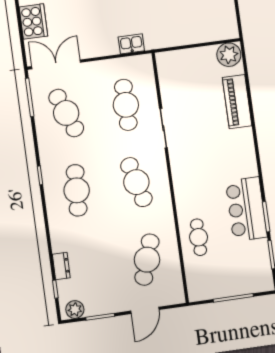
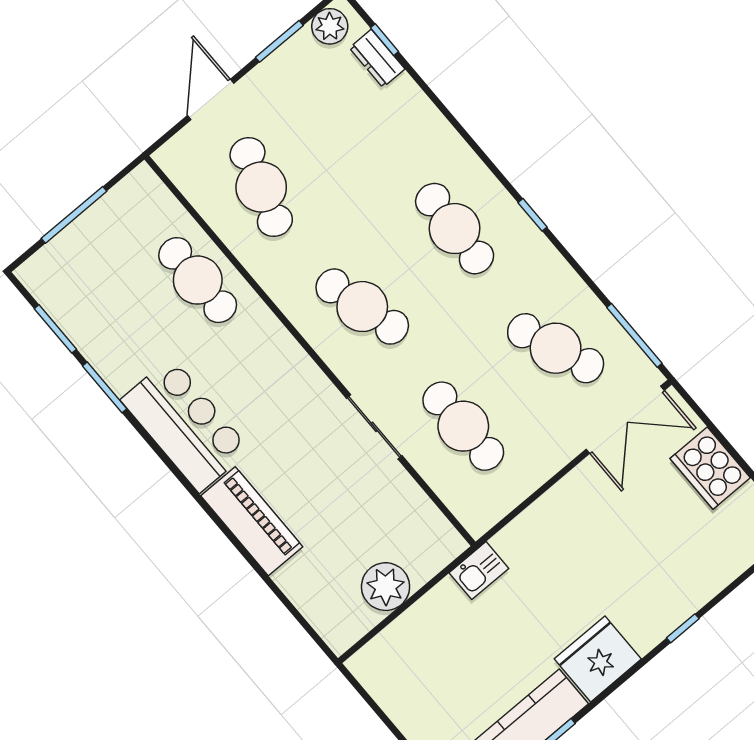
kitchen sink: (131, 44) -> (479, 571), moved
plant: (229, 55) -> (386, 587), moved
piano: (237, 102) -> (252, 521), moved
bar counter: (246, 209) -> (185, 425), moved
cafe table: (199, 237) -> (198, 280), width x1.37, depth x1.35
dresser: (61, 266) -> (377, 59), moved

